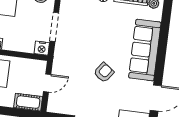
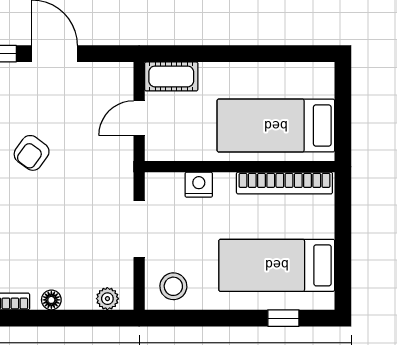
nightstand: (42, 48) -> (199, 185), moved

